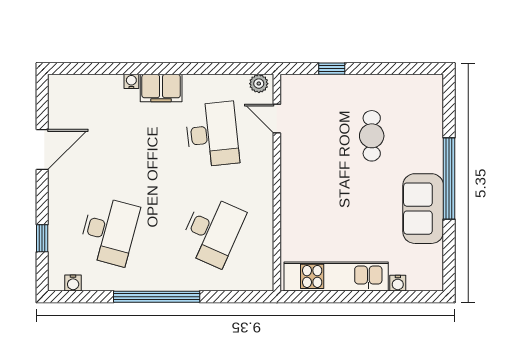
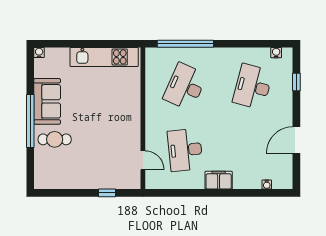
water cooler: (131, 81) -> (267, 185), moved
plant: (259, 84) -> (155, 183), removed
cafe table: (372, 136) -> (55, 139), moved, turned 90
water cooler: (398, 283) -> (39, 53), moved
window: (157, 297) -> (185, 44), moved

